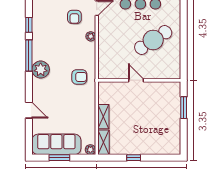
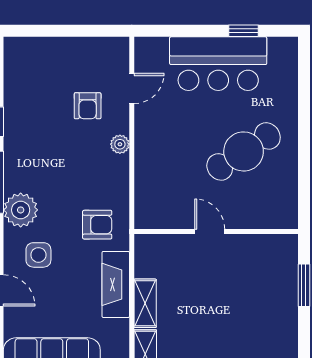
side table: (50, 92) -> (38, 255), added
fireplace: (89, 107) -> (116, 284), added

